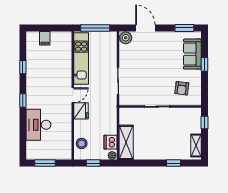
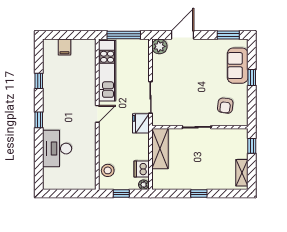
door: (145, 28) -> (182, 35), hinge flipped
fridge: (81, 111) -> (141, 123), moved, turned 180
shelving: (126, 142) -> (160, 149), moved
window: (45, 163) -> (65, 193), removed
window: (174, 163) -> (199, 193), moved

